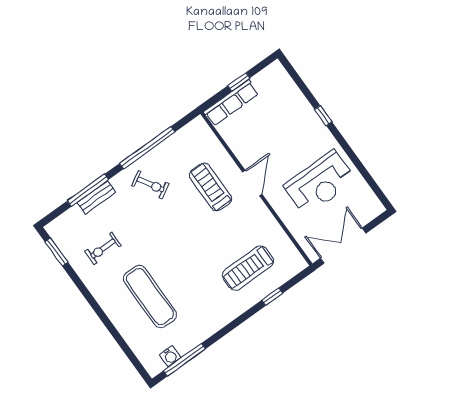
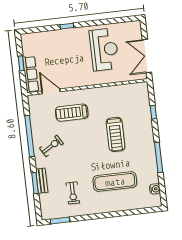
door: (252, 183) -> (51, 91), moved
window: (88, 190) -> (35, 183), width x0.69
treadmill: (248, 268) -> (115, 134), moved
window: (184, 360) -> (159, 157), moved

